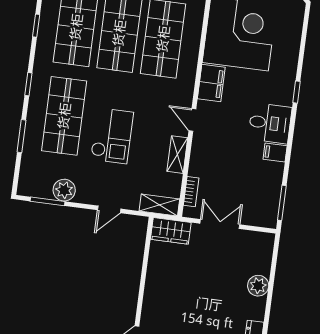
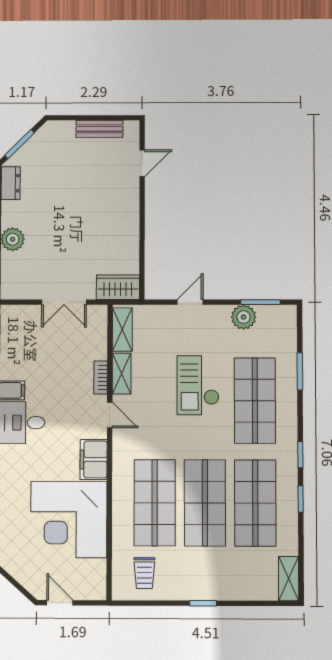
window: (28, 84) -> (300, 455), moved
bookcase: (191, 192) -> (101, 378), moved
shelving: (159, 205) -> (122, 330), moved, turned 90

